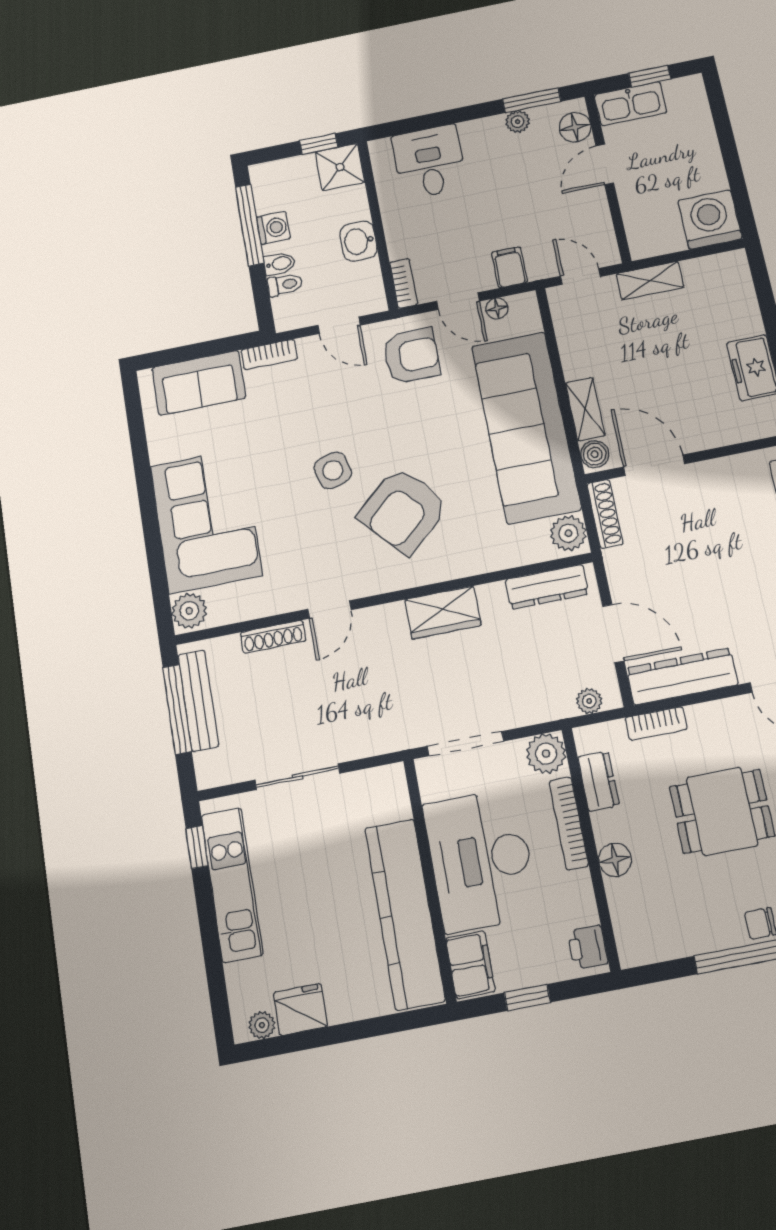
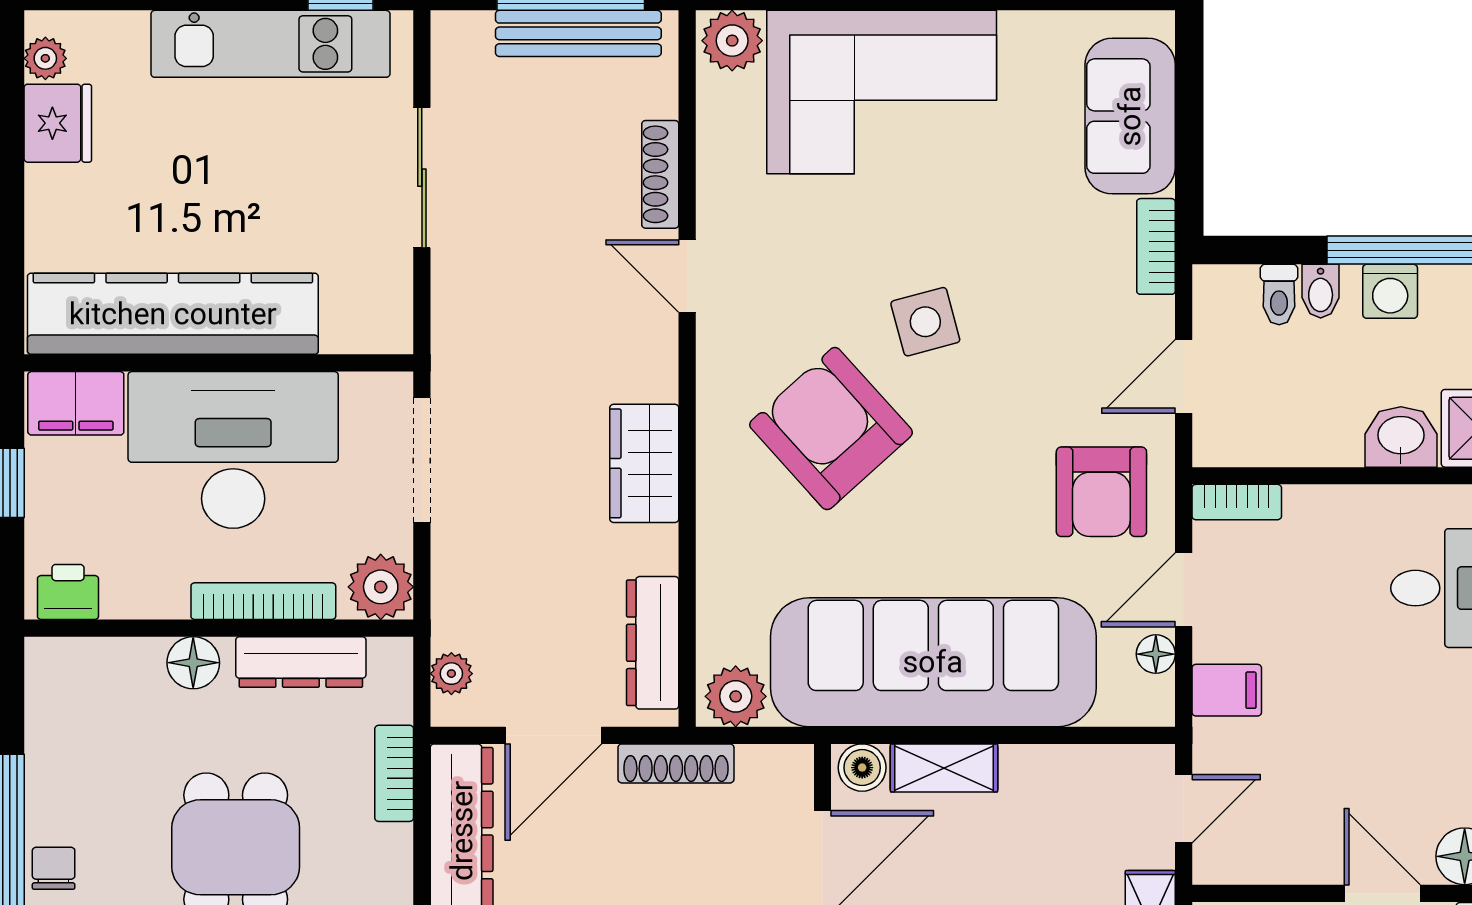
washbasin: (359, 241) -> (1401, 437), moved
shoe rack: (605, 514) -> (676, 763), moved
dresser: (598, 781) -> (301, 662), width x1.44

